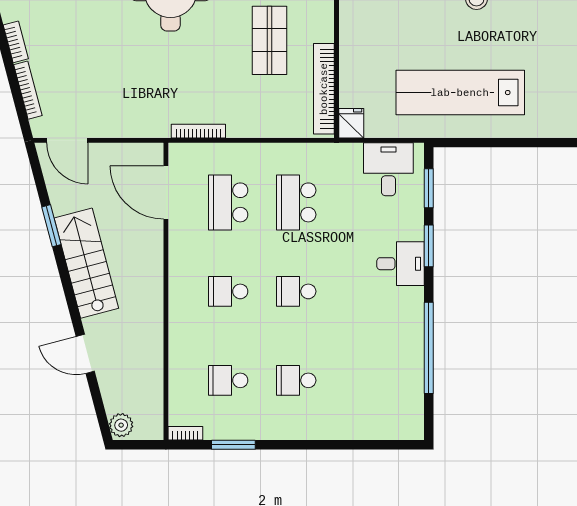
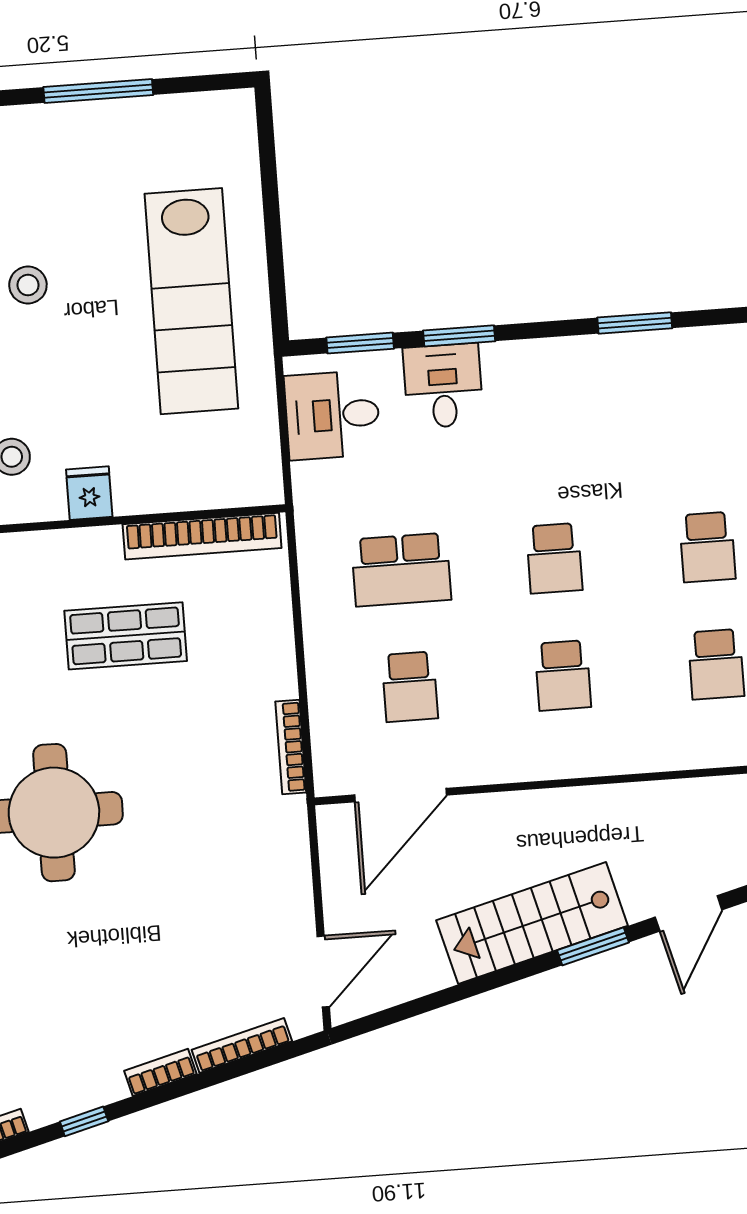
fridge: (351, 123) -> (89, 493), moved, turned 90
school desk: (228, 202) -> (410, 687), width x0.54
window: (51, 226) -> (593, 946), moved
desk: (401, 264) -> (443, 386), moved
window: (429, 348) -> (635, 323), width x0.47

